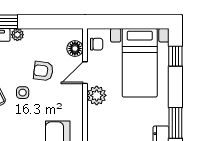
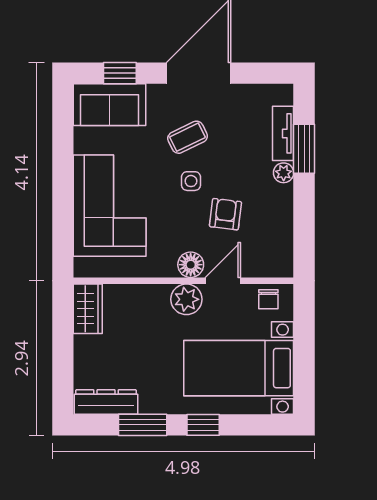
floor lamp: (75, 49) -> (191, 265), moved
window: (175, 56) -> (203, 425), moved
door: (85, 73) -> (223, 281), hinge flipped

